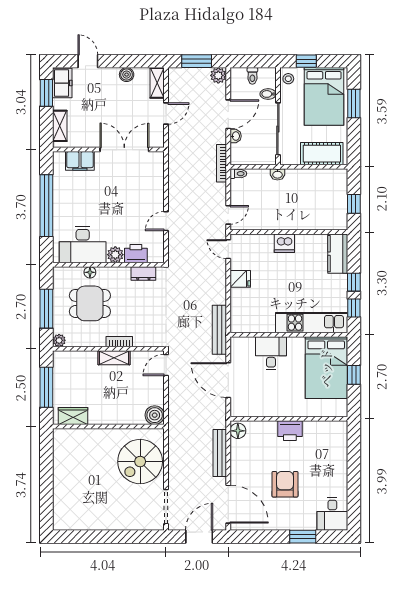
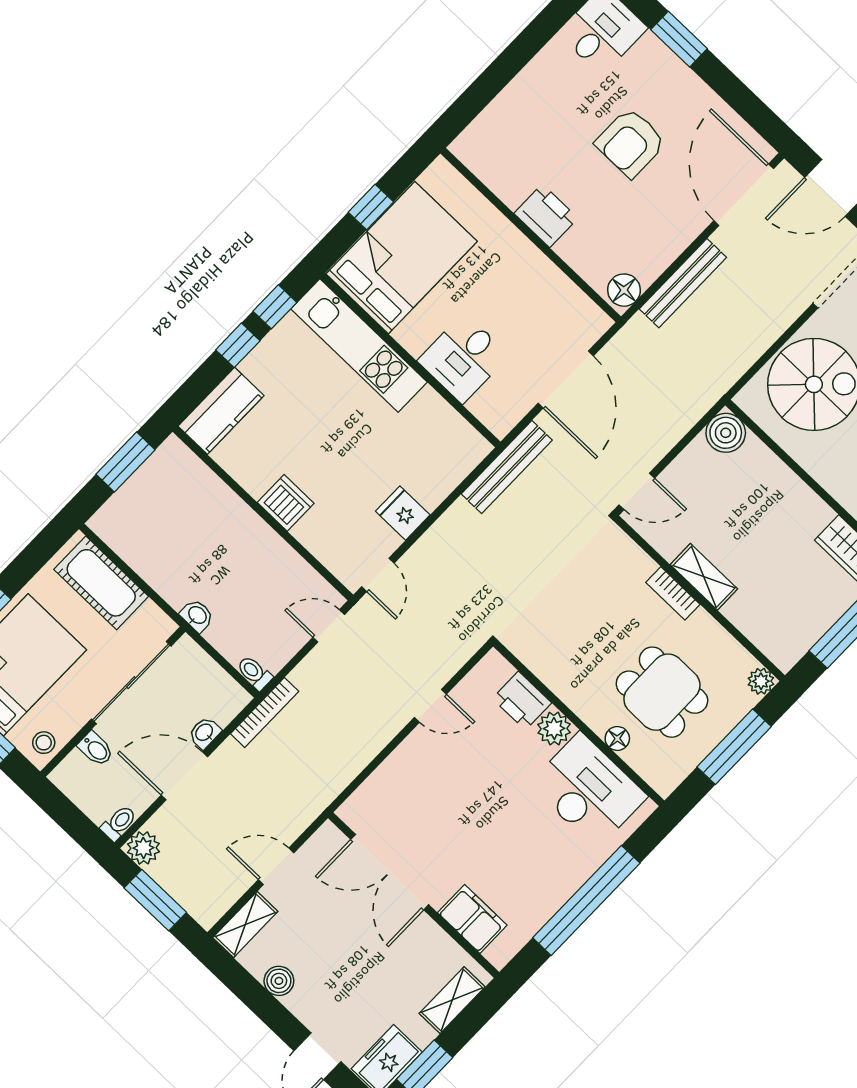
toilet: (252, 76) -> (119, 823), moved
window: (354, 204) -> (125, 462), width x1.50
dresser: (143, 273) -> (539, 660), removed

